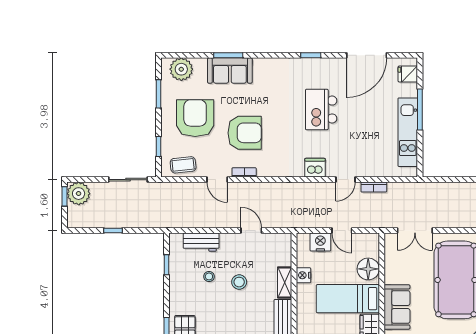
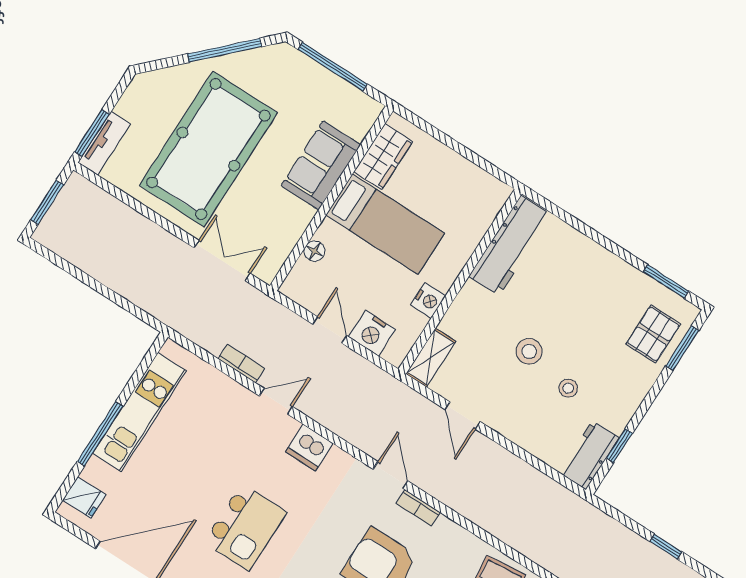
door: (217, 180) -> (390, 475), moved
workbench: (201, 242) -> (589, 455), moved, turned -90
floor lamp: (368, 269) -> (315, 251), width x0.53, depth x0.53
shelving: (285, 282) -> (431, 358), moved

